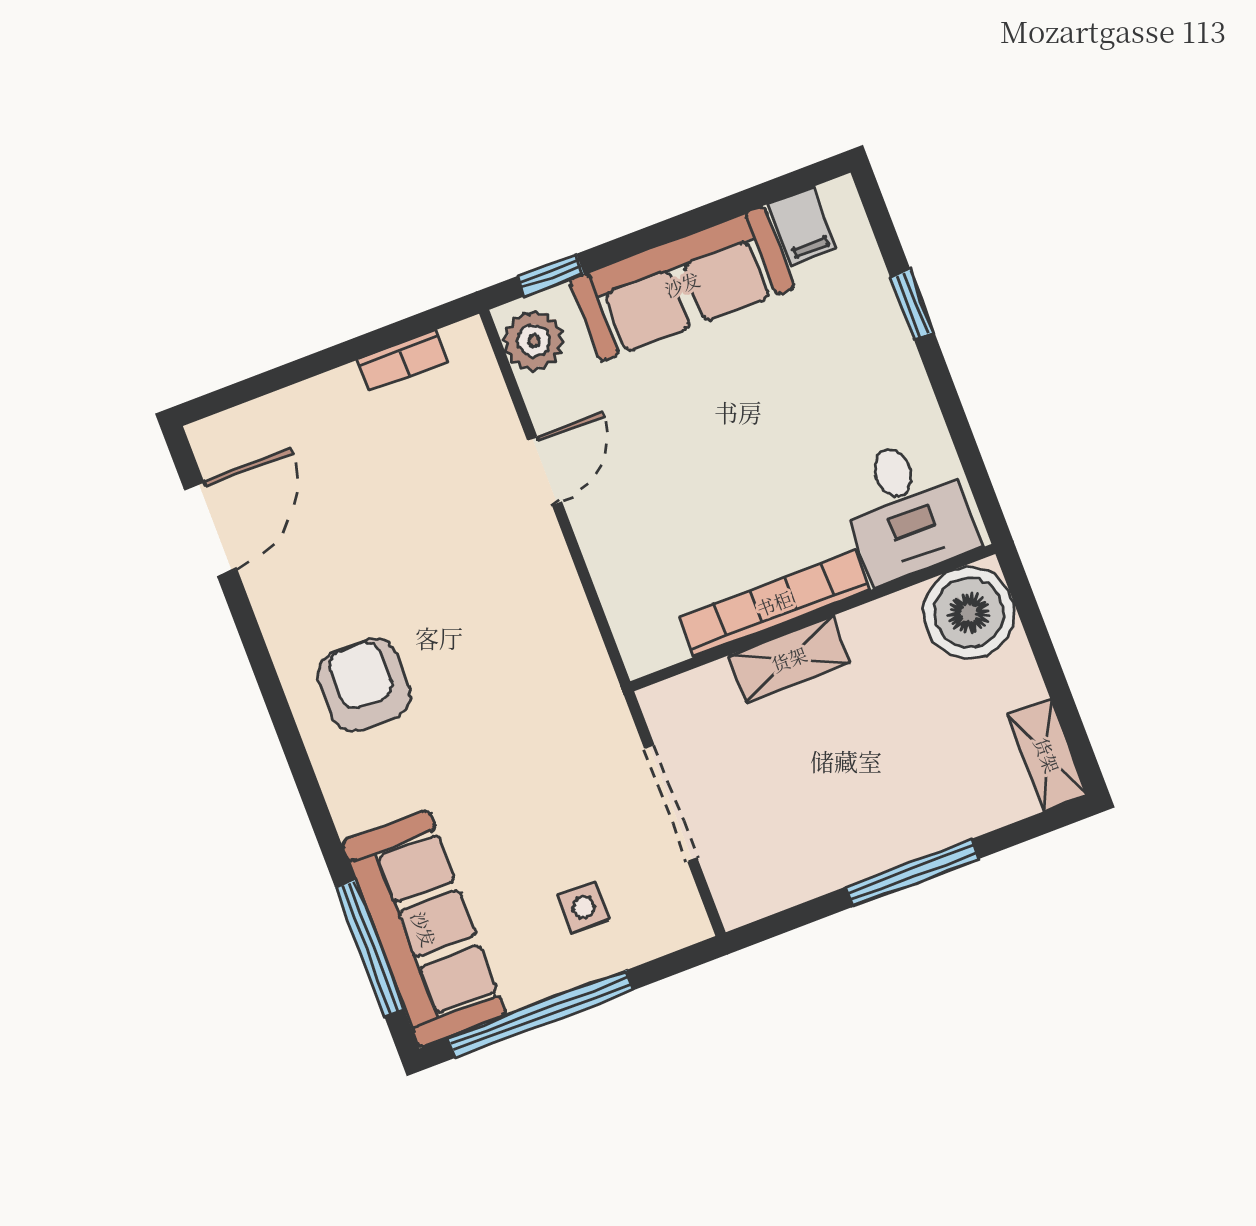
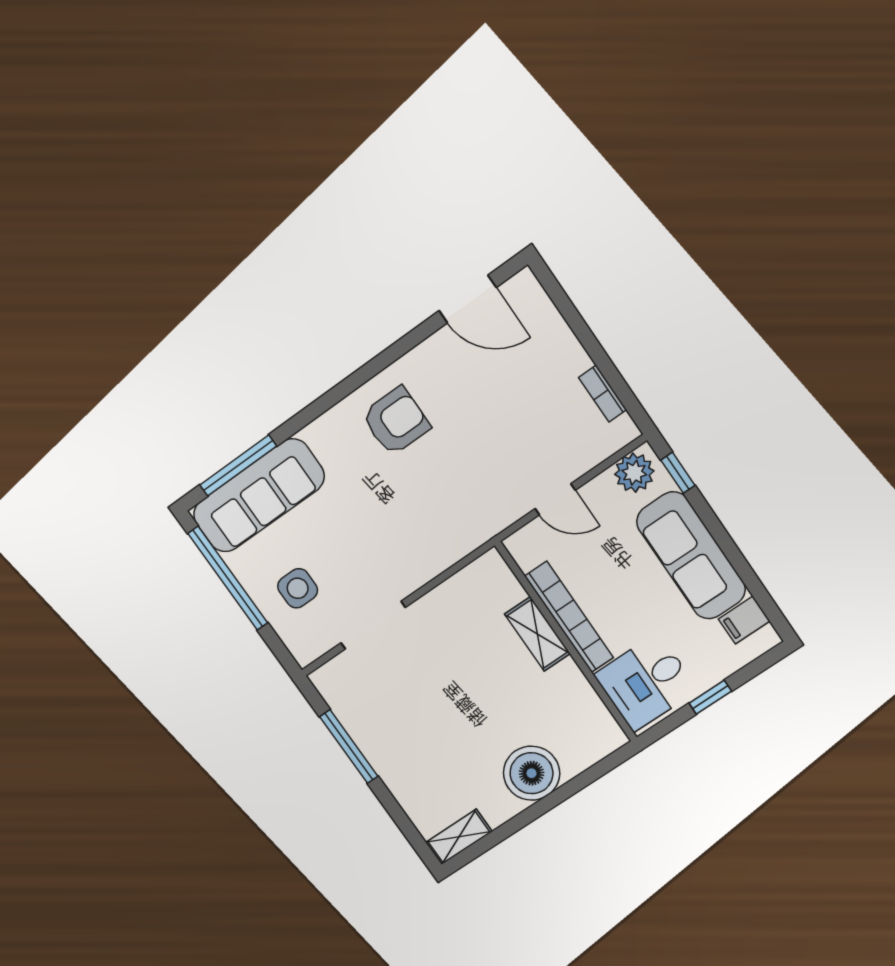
desk: (907, 509) -> (646, 682), moved
bookcase: (774, 603) -> (569, 617), moved
wall: (813, 618) -> (566, 642), moved
shelving: (789, 659) -> (537, 634), moved
window: (912, 873) -> (349, 747), moved
side table: (584, 907) -> (298, 588), width x1.37, depth x1.37

